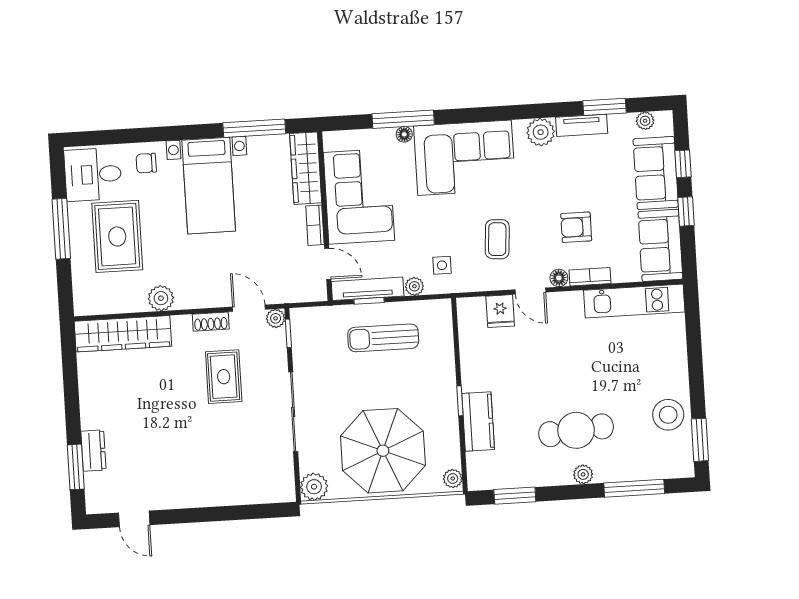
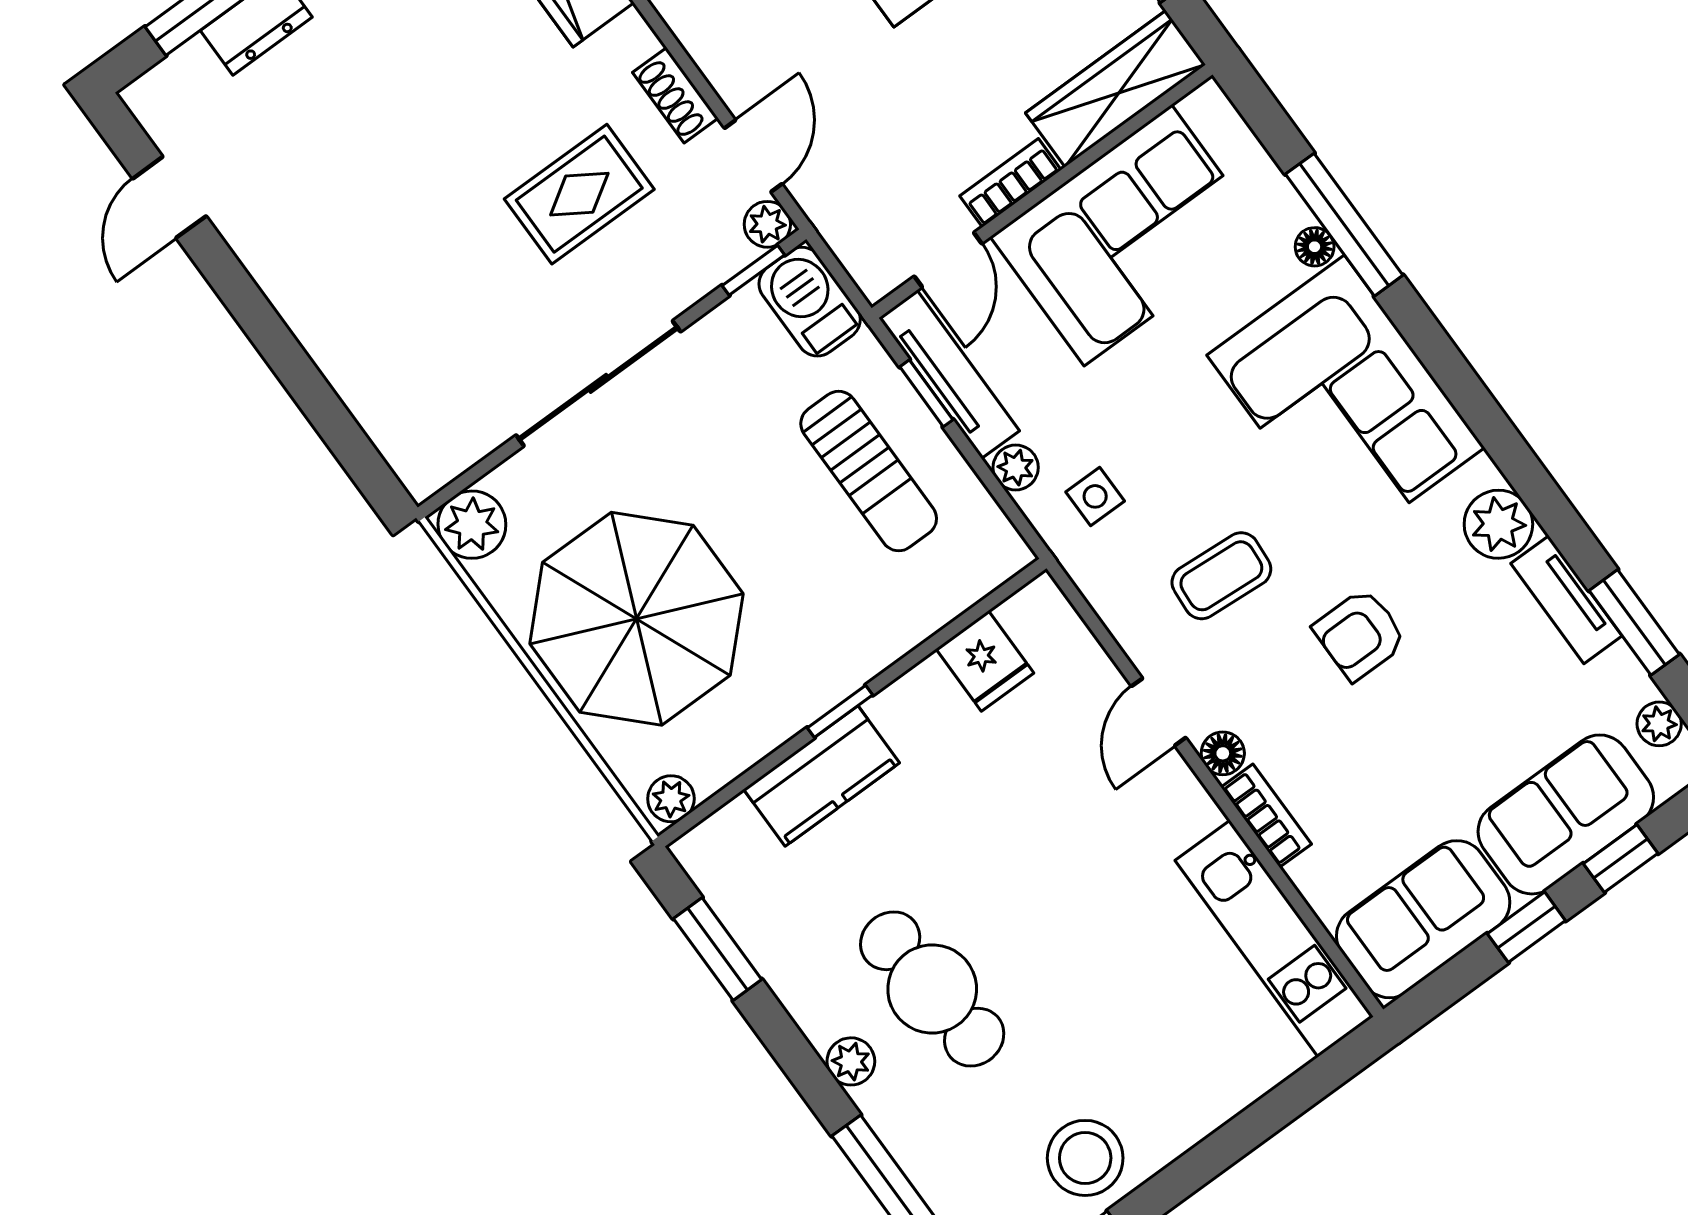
armchair: (576, 227) -> (1360, 634), moved, turned -90
fridge: (500, 311) -> (985, 661), moved, turned -90
barbecue: (312, 321) -> (810, 302), added
sun lounger: (383, 338) -> (869, 471), turned 180

